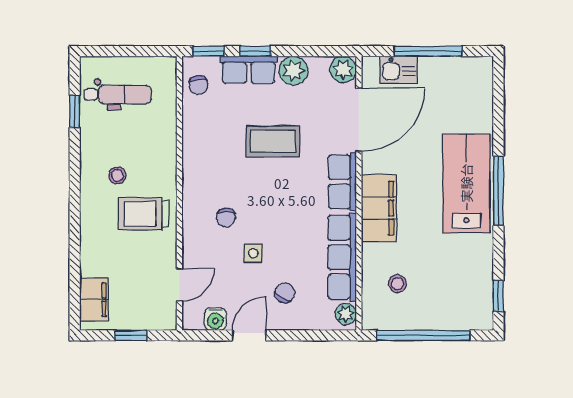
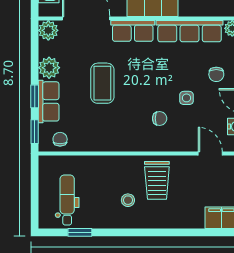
chair: (198, 85) -> (60, 139), turned -82
chair: (285, 293) -> (216, 74), turned -122

